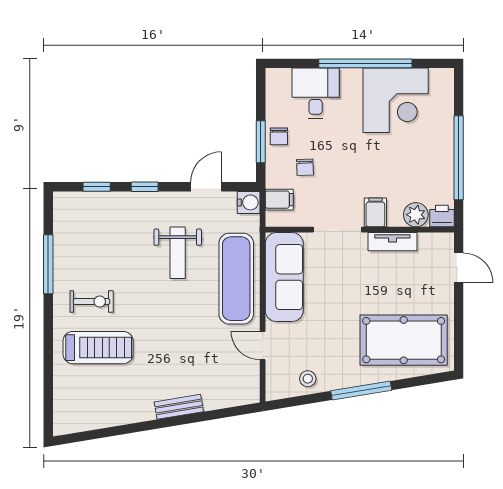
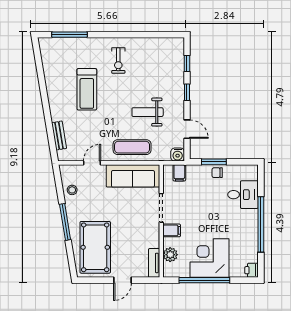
corner desk: (396, 100) -> (210, 258), moved, turned 90
chair: (305, 167) -> (199, 188), removed
printer: (442, 216) -> (252, 270), moved, turned 180
tv unit: (392, 242) -> (154, 263), moved
window: (48, 264) -> (70, 35), moved
door: (459, 268) -> (123, 280), moved
exercise mat: (236, 279) -> (132, 147), width x0.73, depth x0.69
treadmill: (98, 348) -> (87, 89), moved
bench: (179, 407) -> (59, 136), moved

